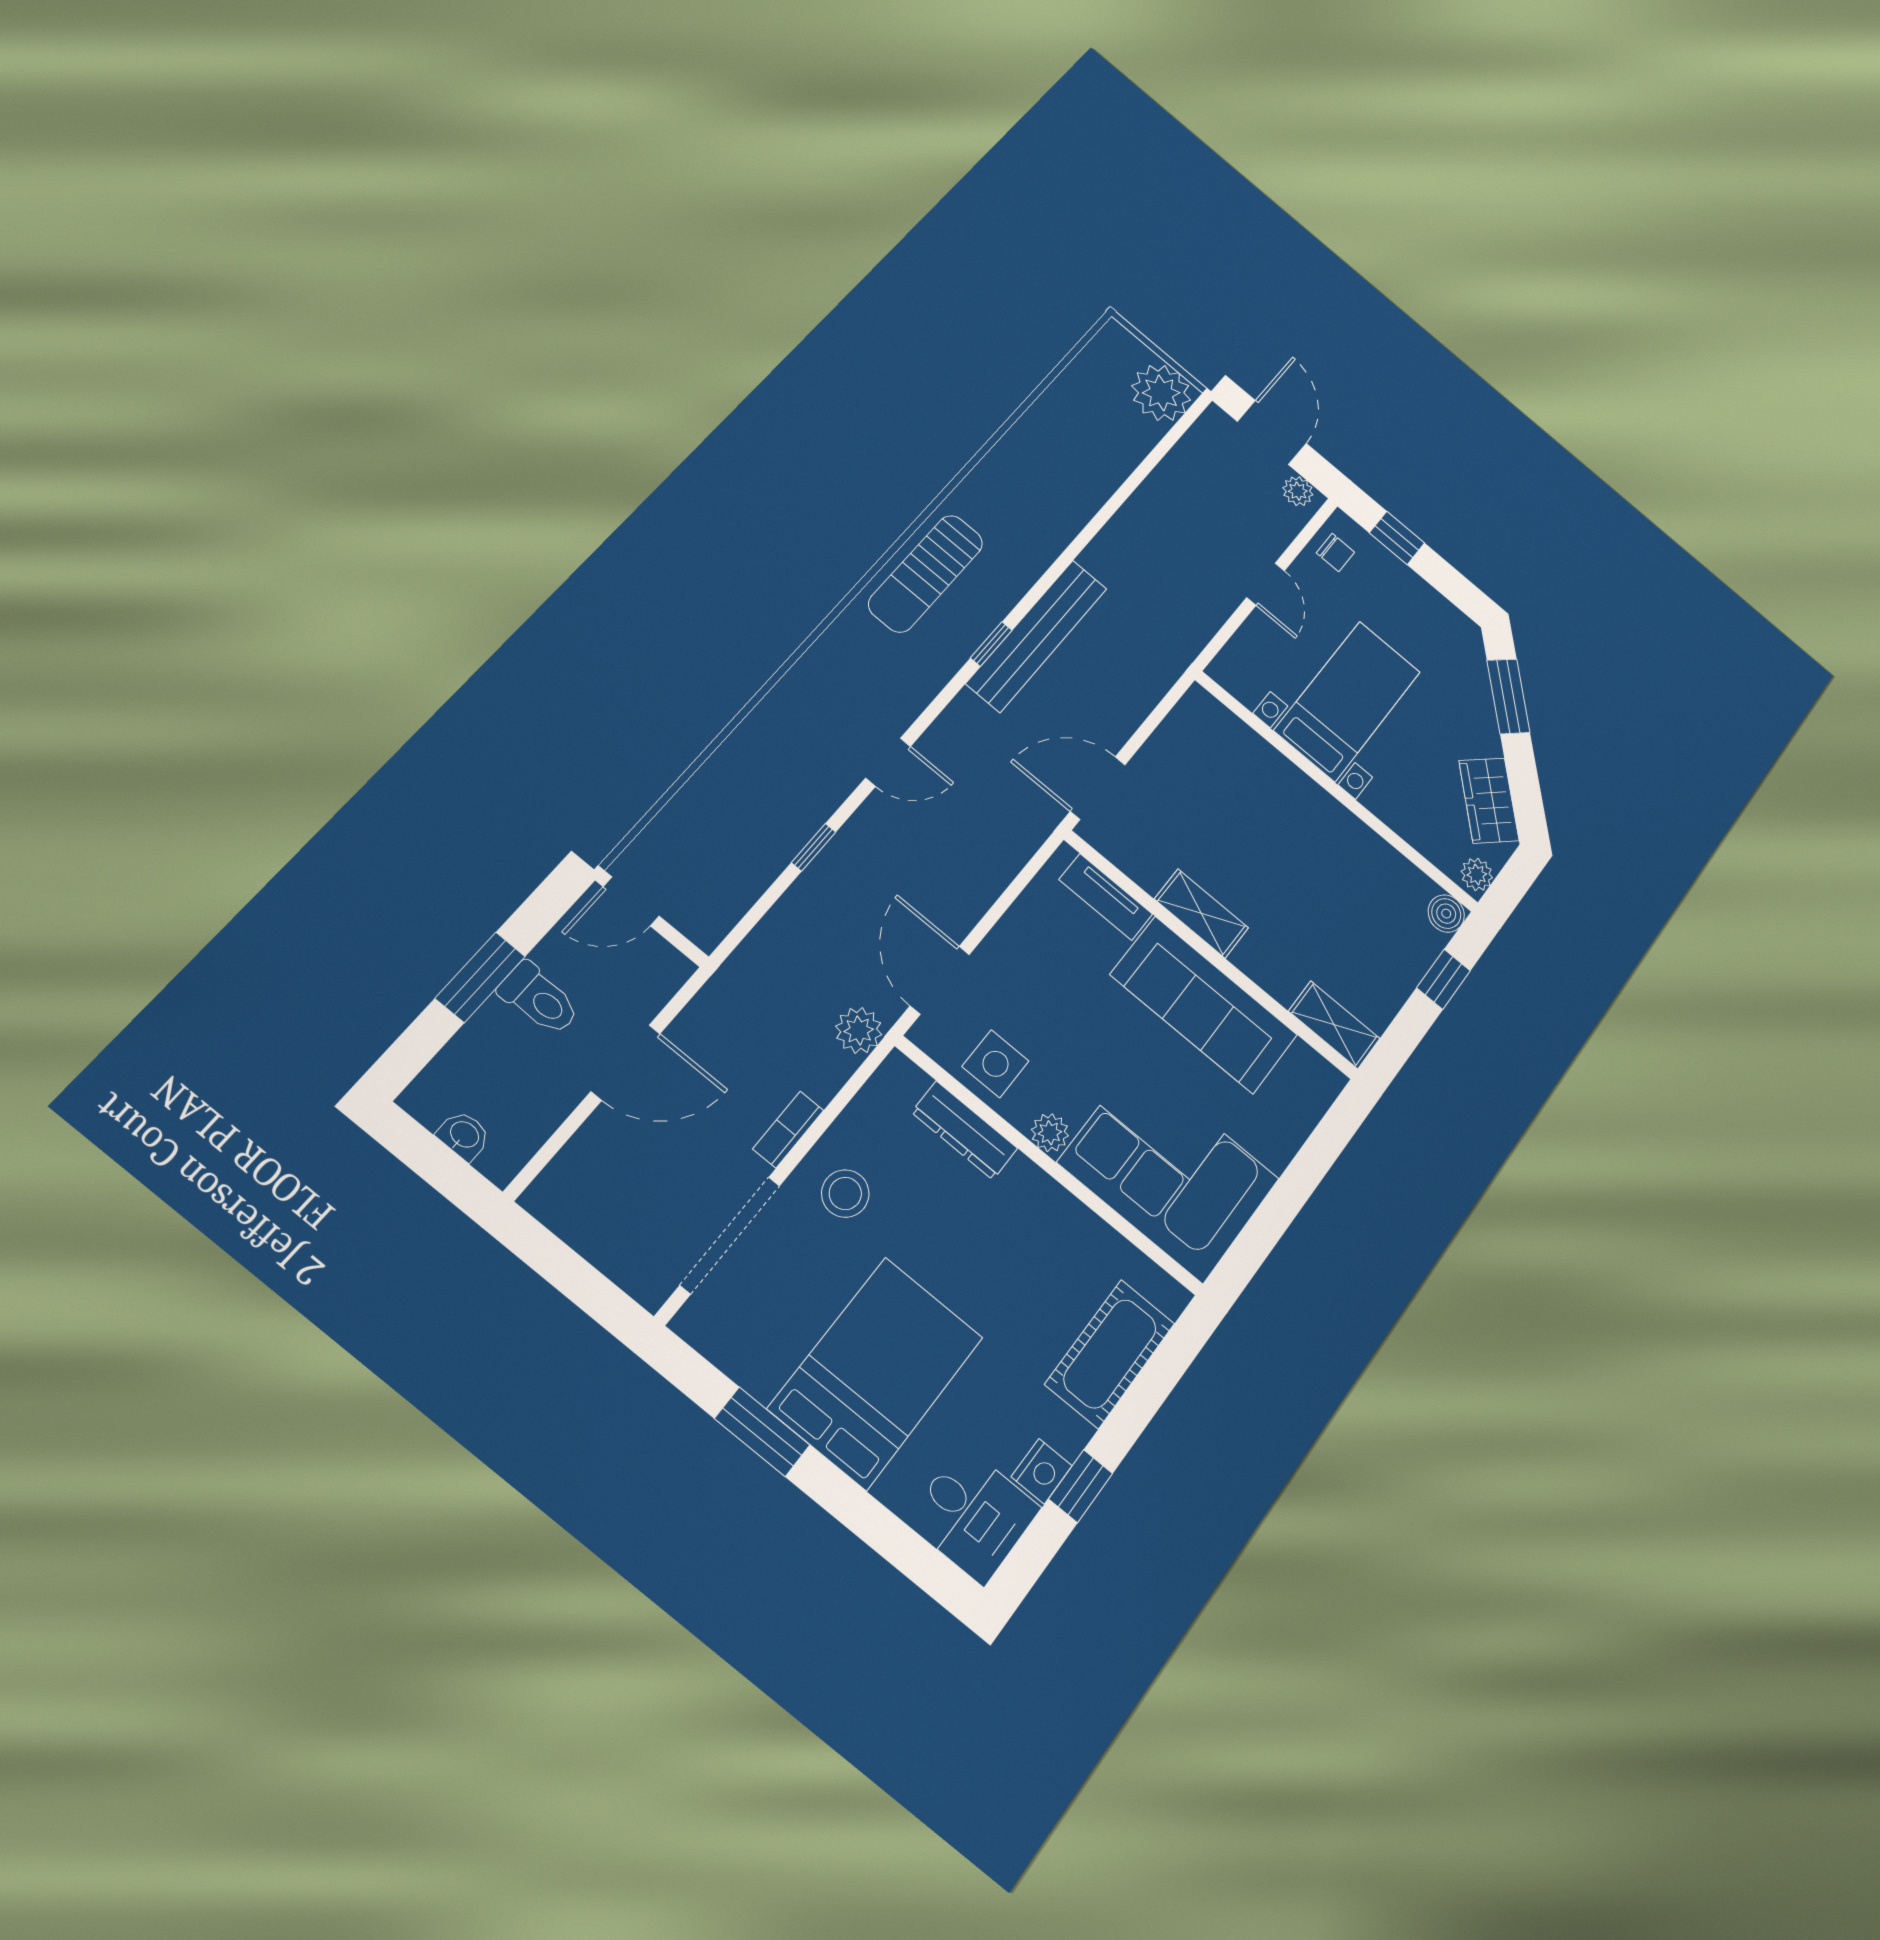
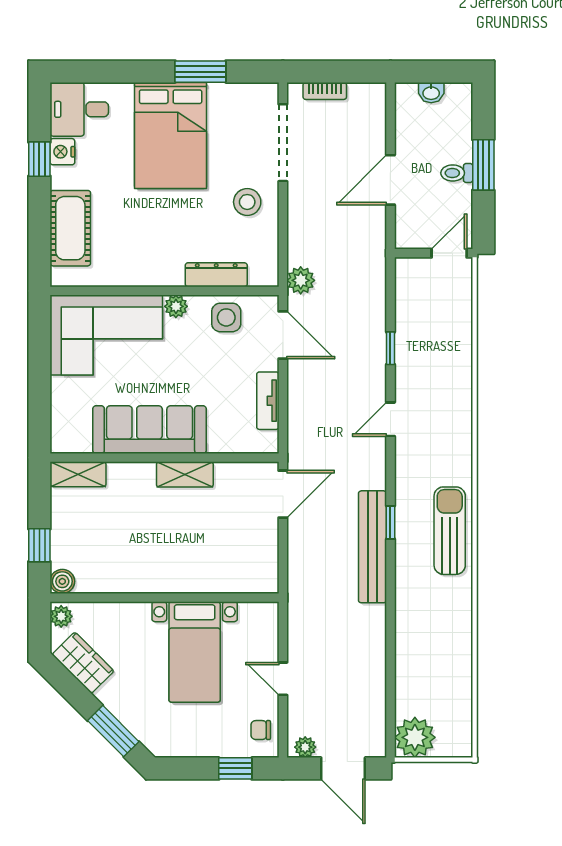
tv unit: (1106, 897) -> (268, 401), moved, turned -90
toilet: (539, 999) -> (457, 173), width x0.73, depth x0.72
bookcase: (788, 1130) -> (325, 91), moved, turned 90

